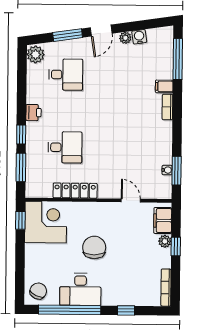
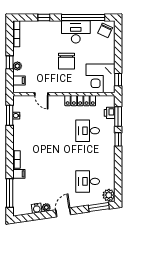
window: (68, 35) -> (99, 207), moved
printer: (34, 113) -> (110, 113), moved
filing cabinet: (163, 220) -> (19, 80), width x0.50

